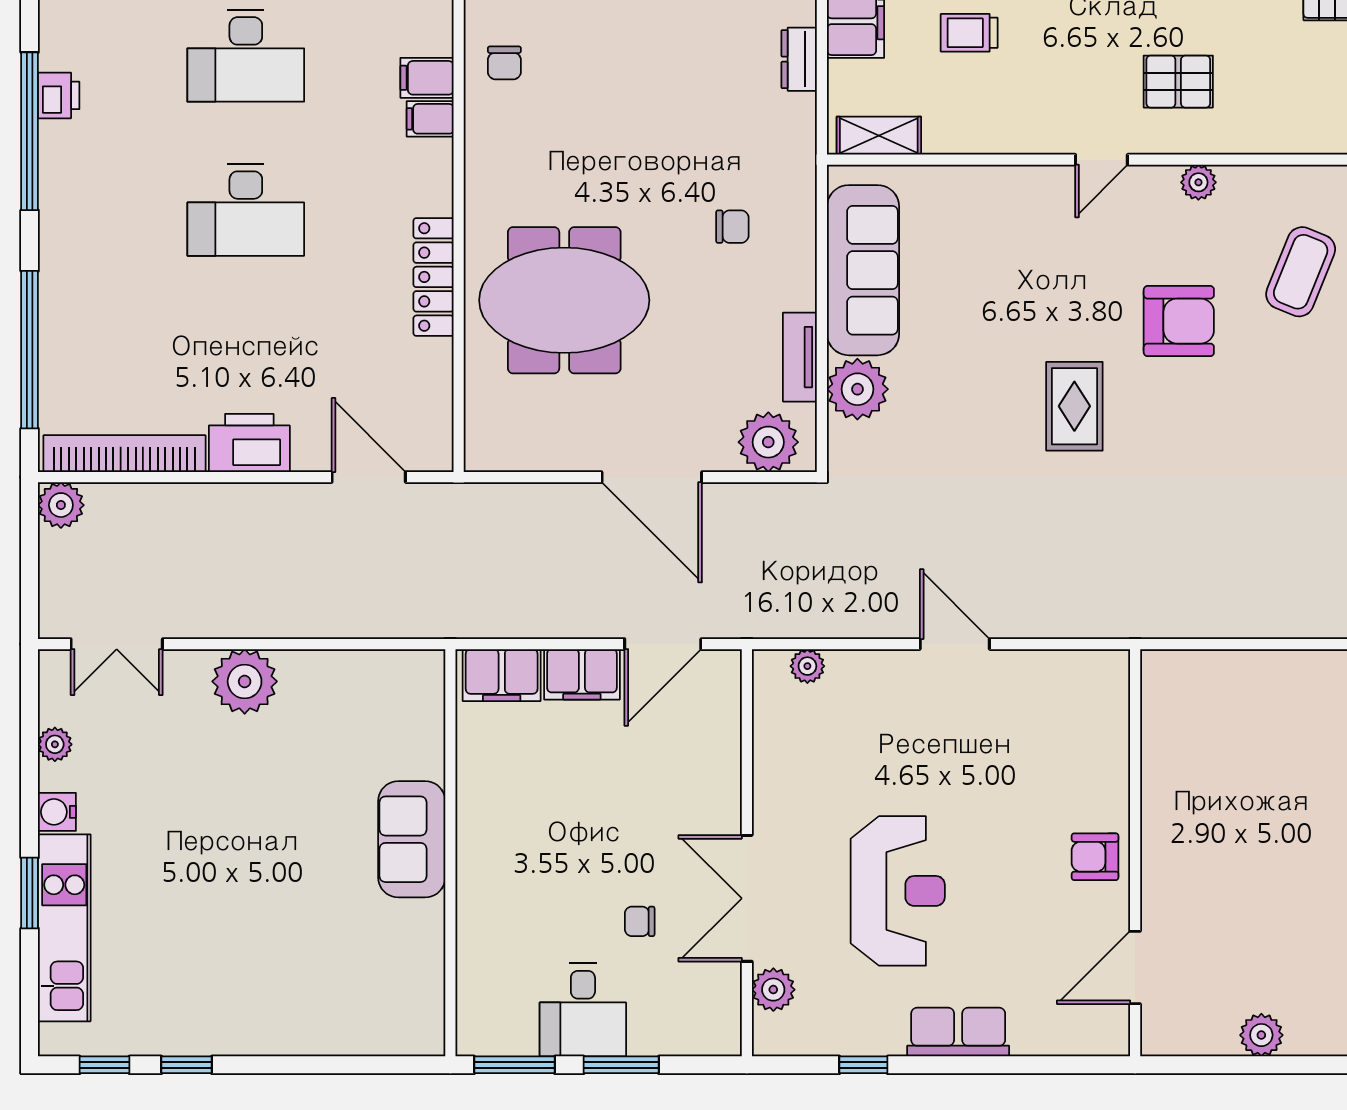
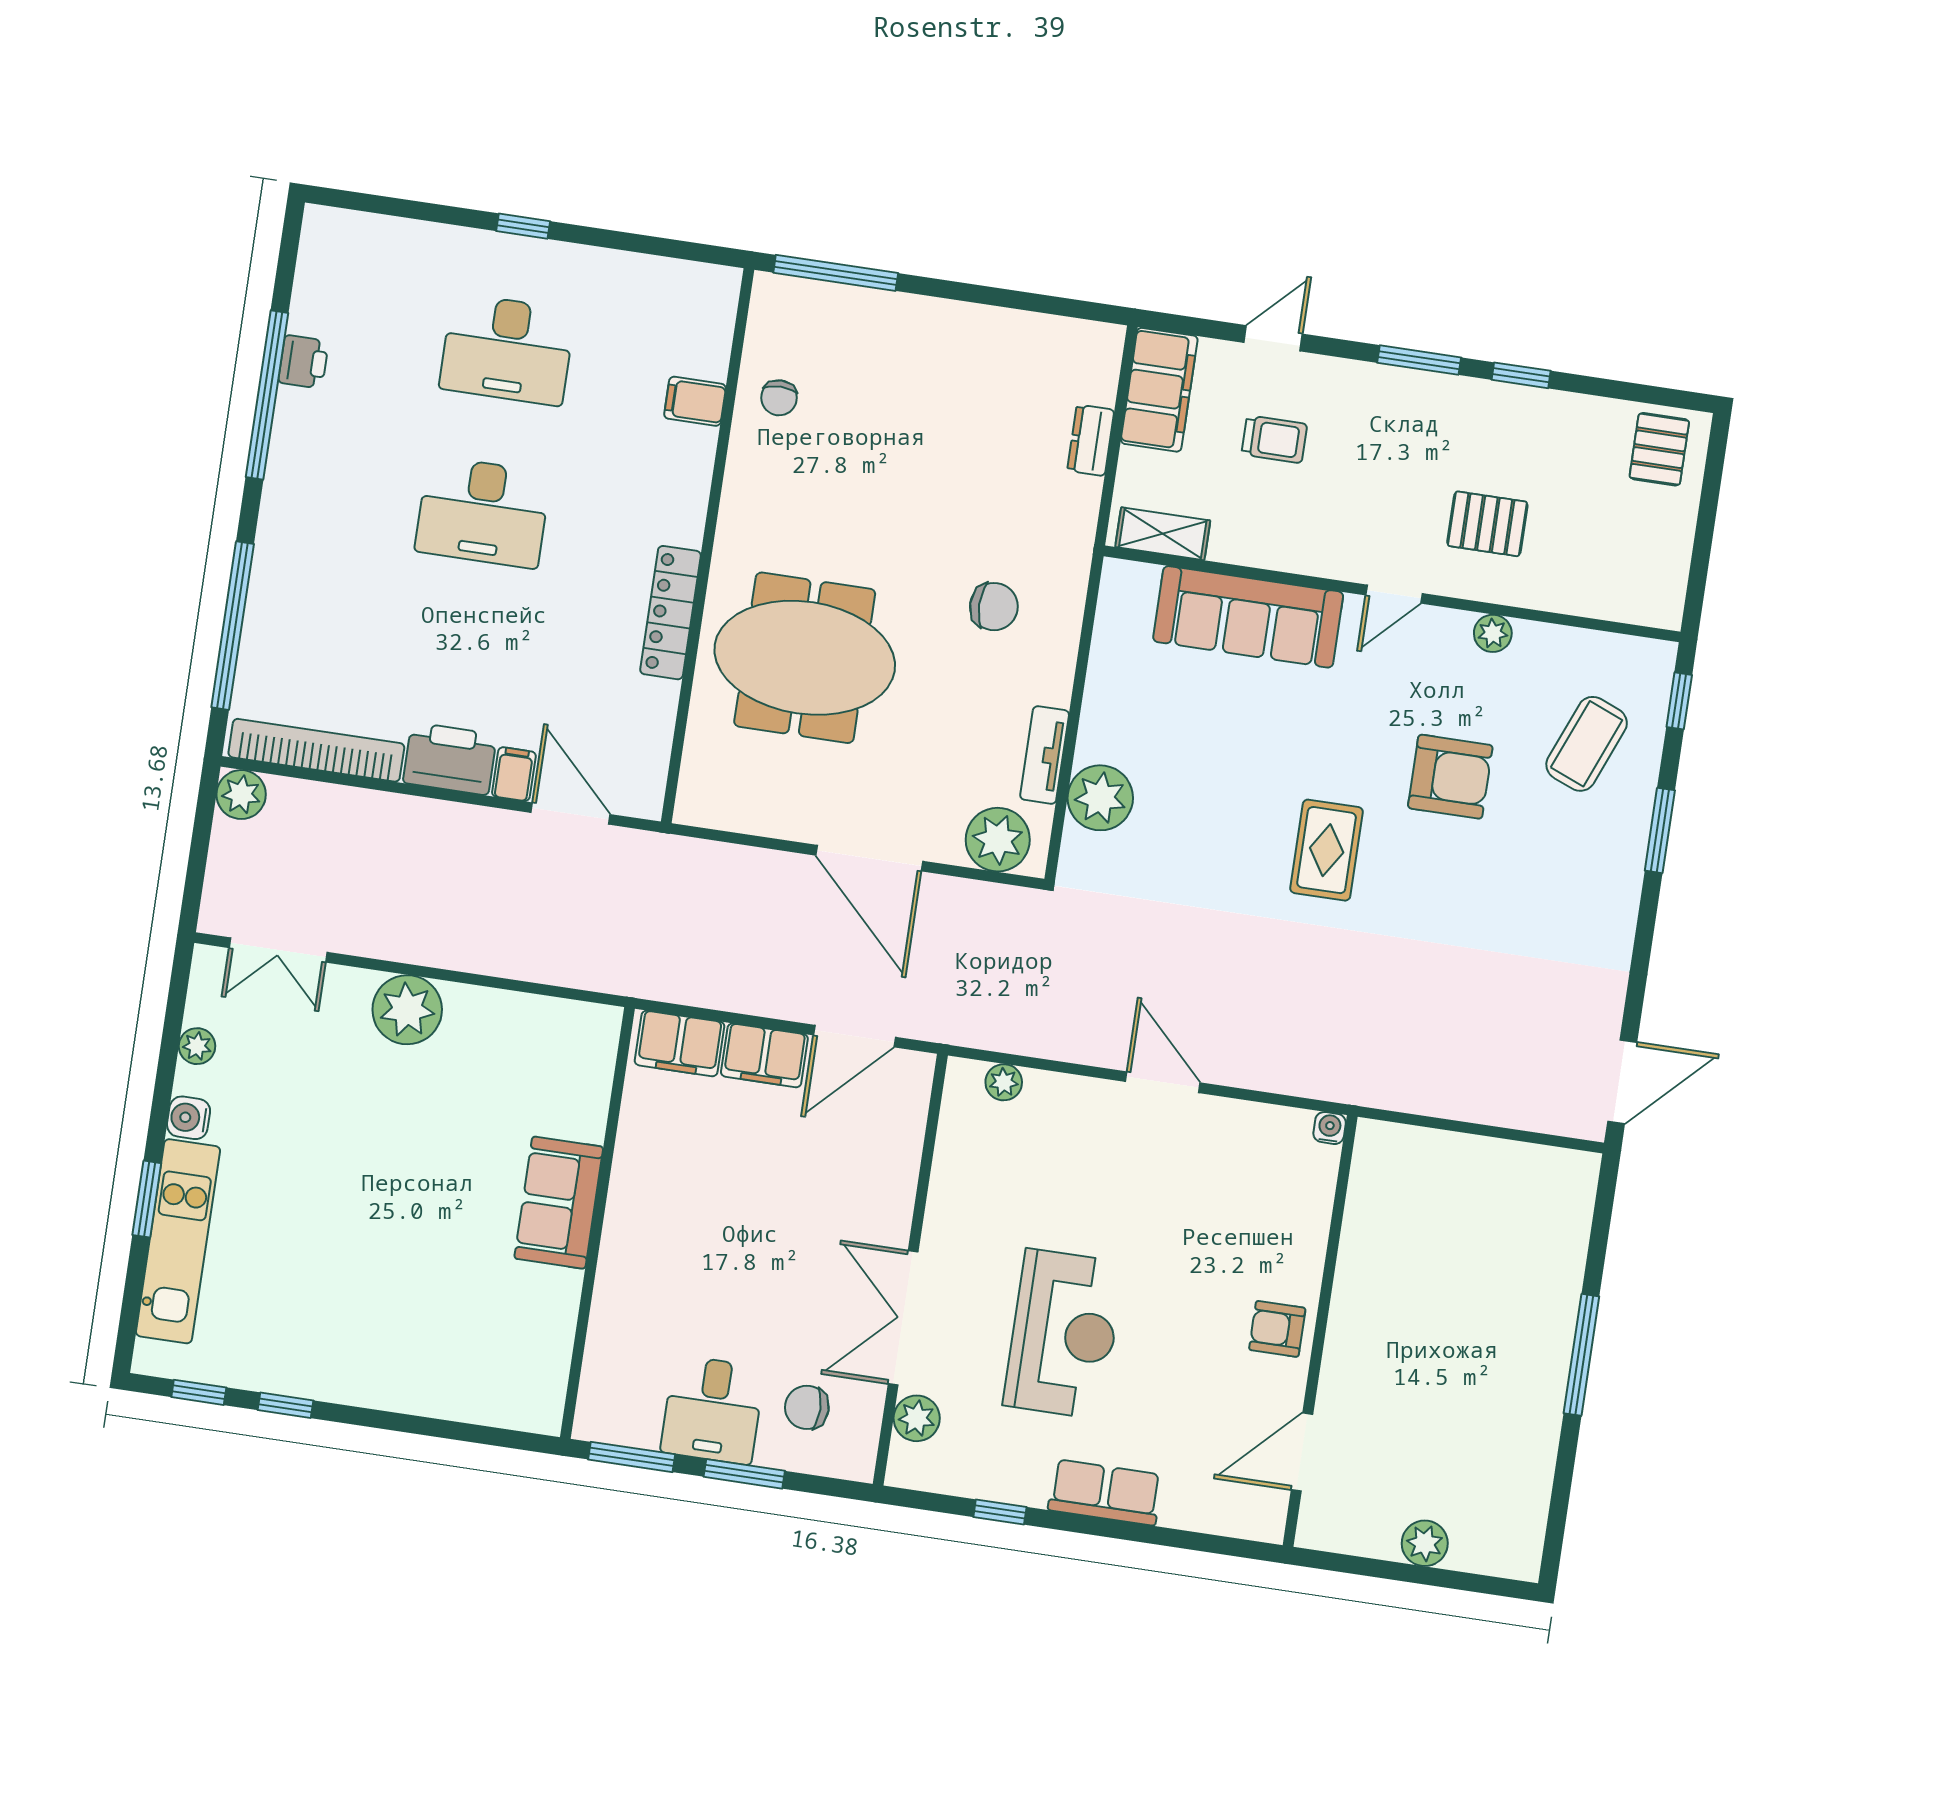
trolley: (969, 33) -> (1274, 439), turned 180
filing cabinet: (430, 119) -> (514, 774), moved, turned 90
chair: (732, 227) -> (994, 607), width x1.37, depth x1.37
sofa: (863, 270) -> (1248, 617), moved, turned 90
water cooler: (1116, 663) -> (1330, 1128), added
chair: (640, 921) -> (807, 1407), moved, width x1.37, depth x1.37

